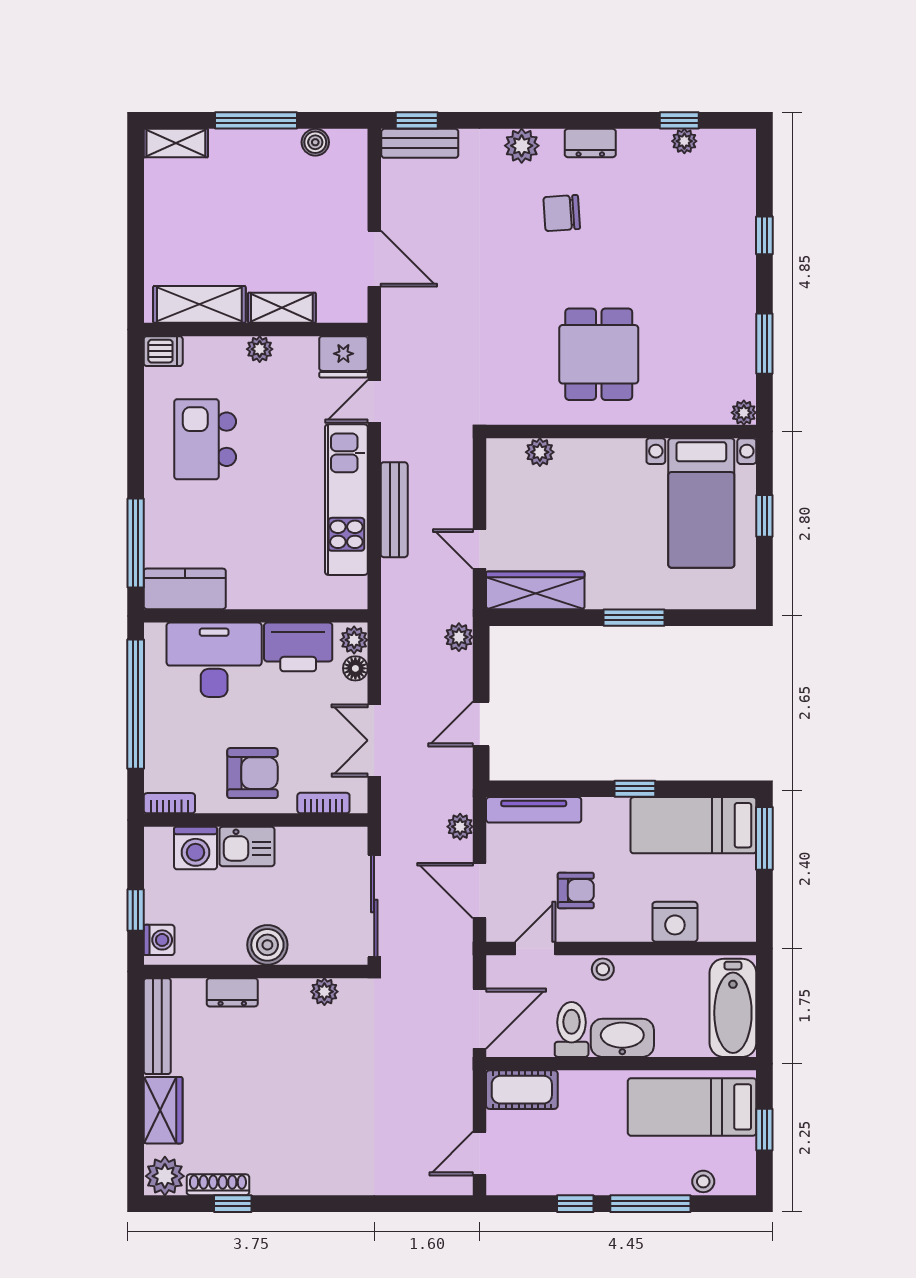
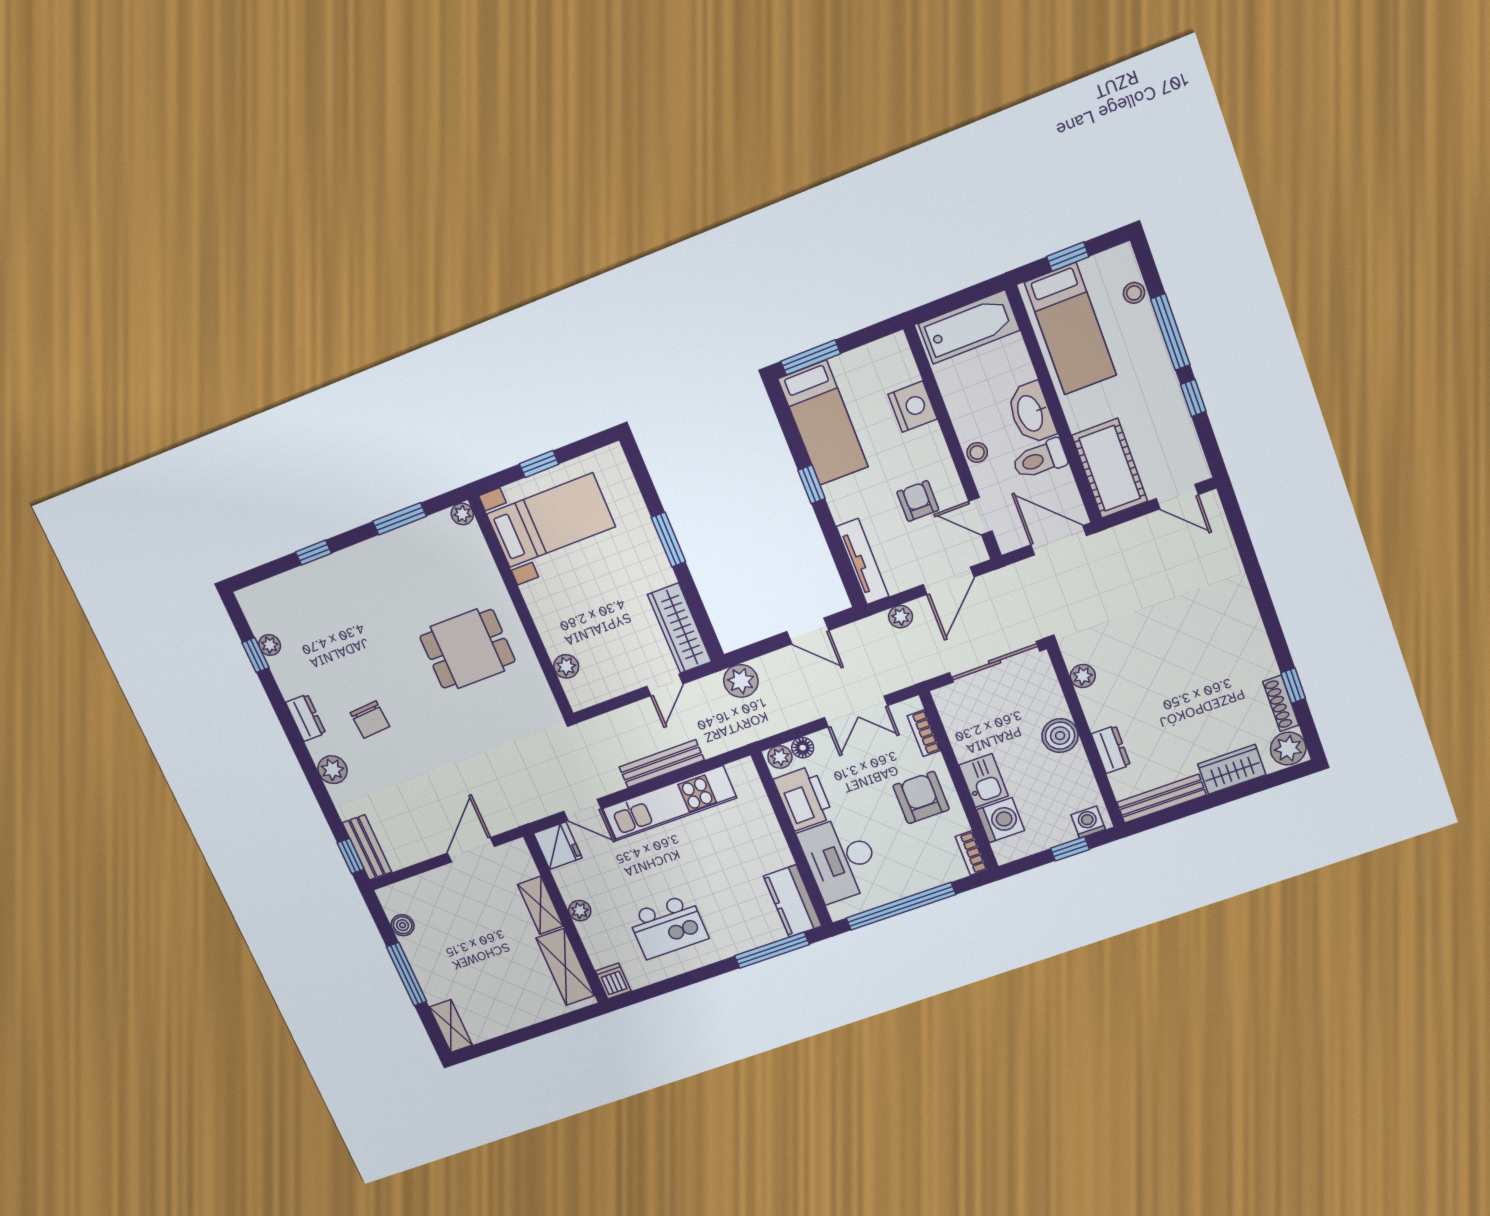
plant: (459, 637) -> (741, 681), width x1.38, depth x1.38
cot: (522, 1090) -> (1110, 468), width x1.37, depth x1.34

